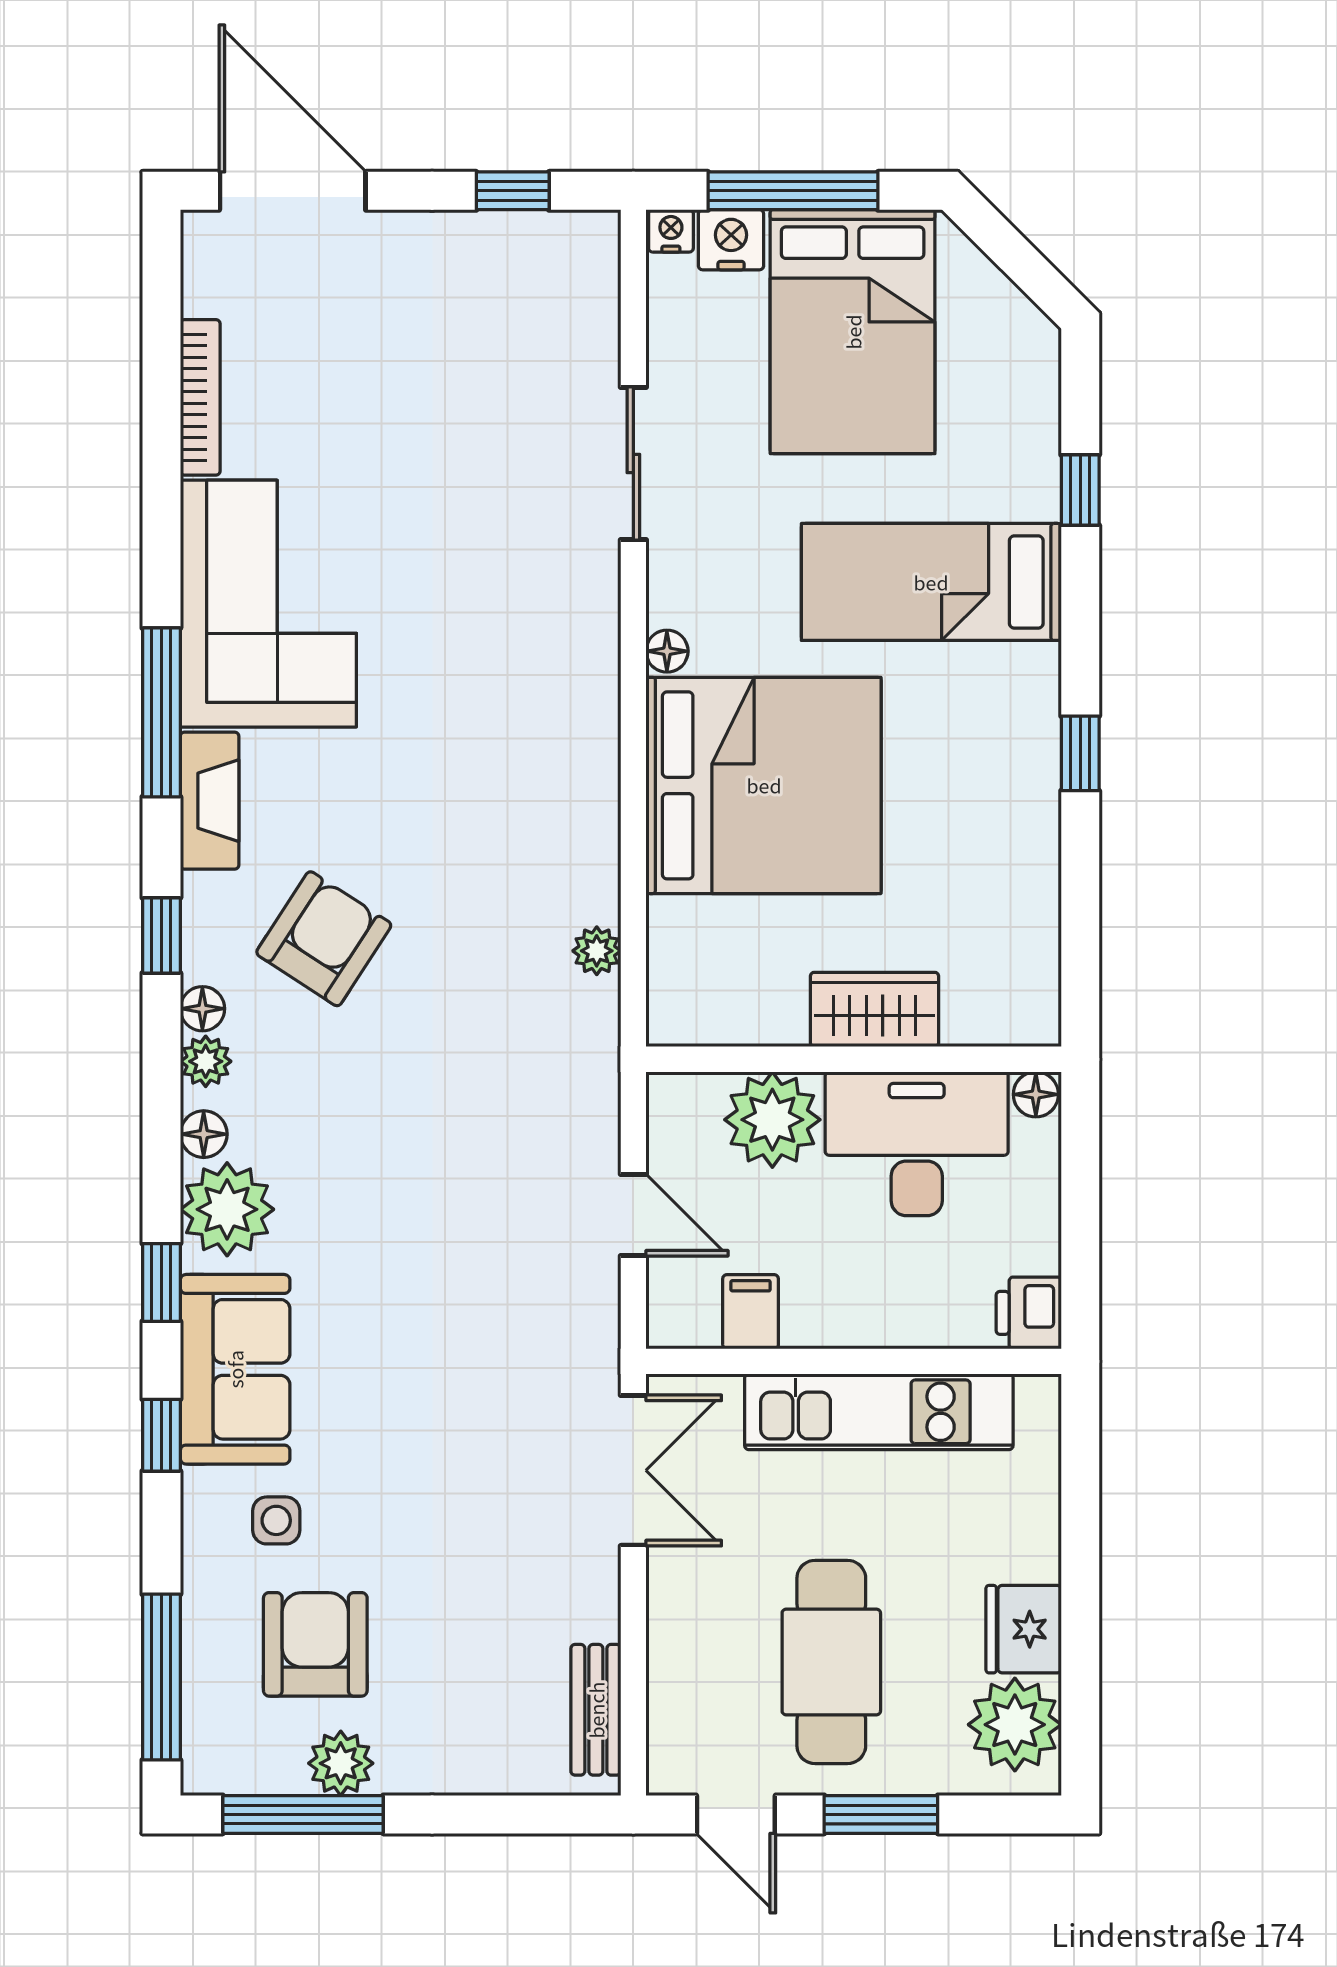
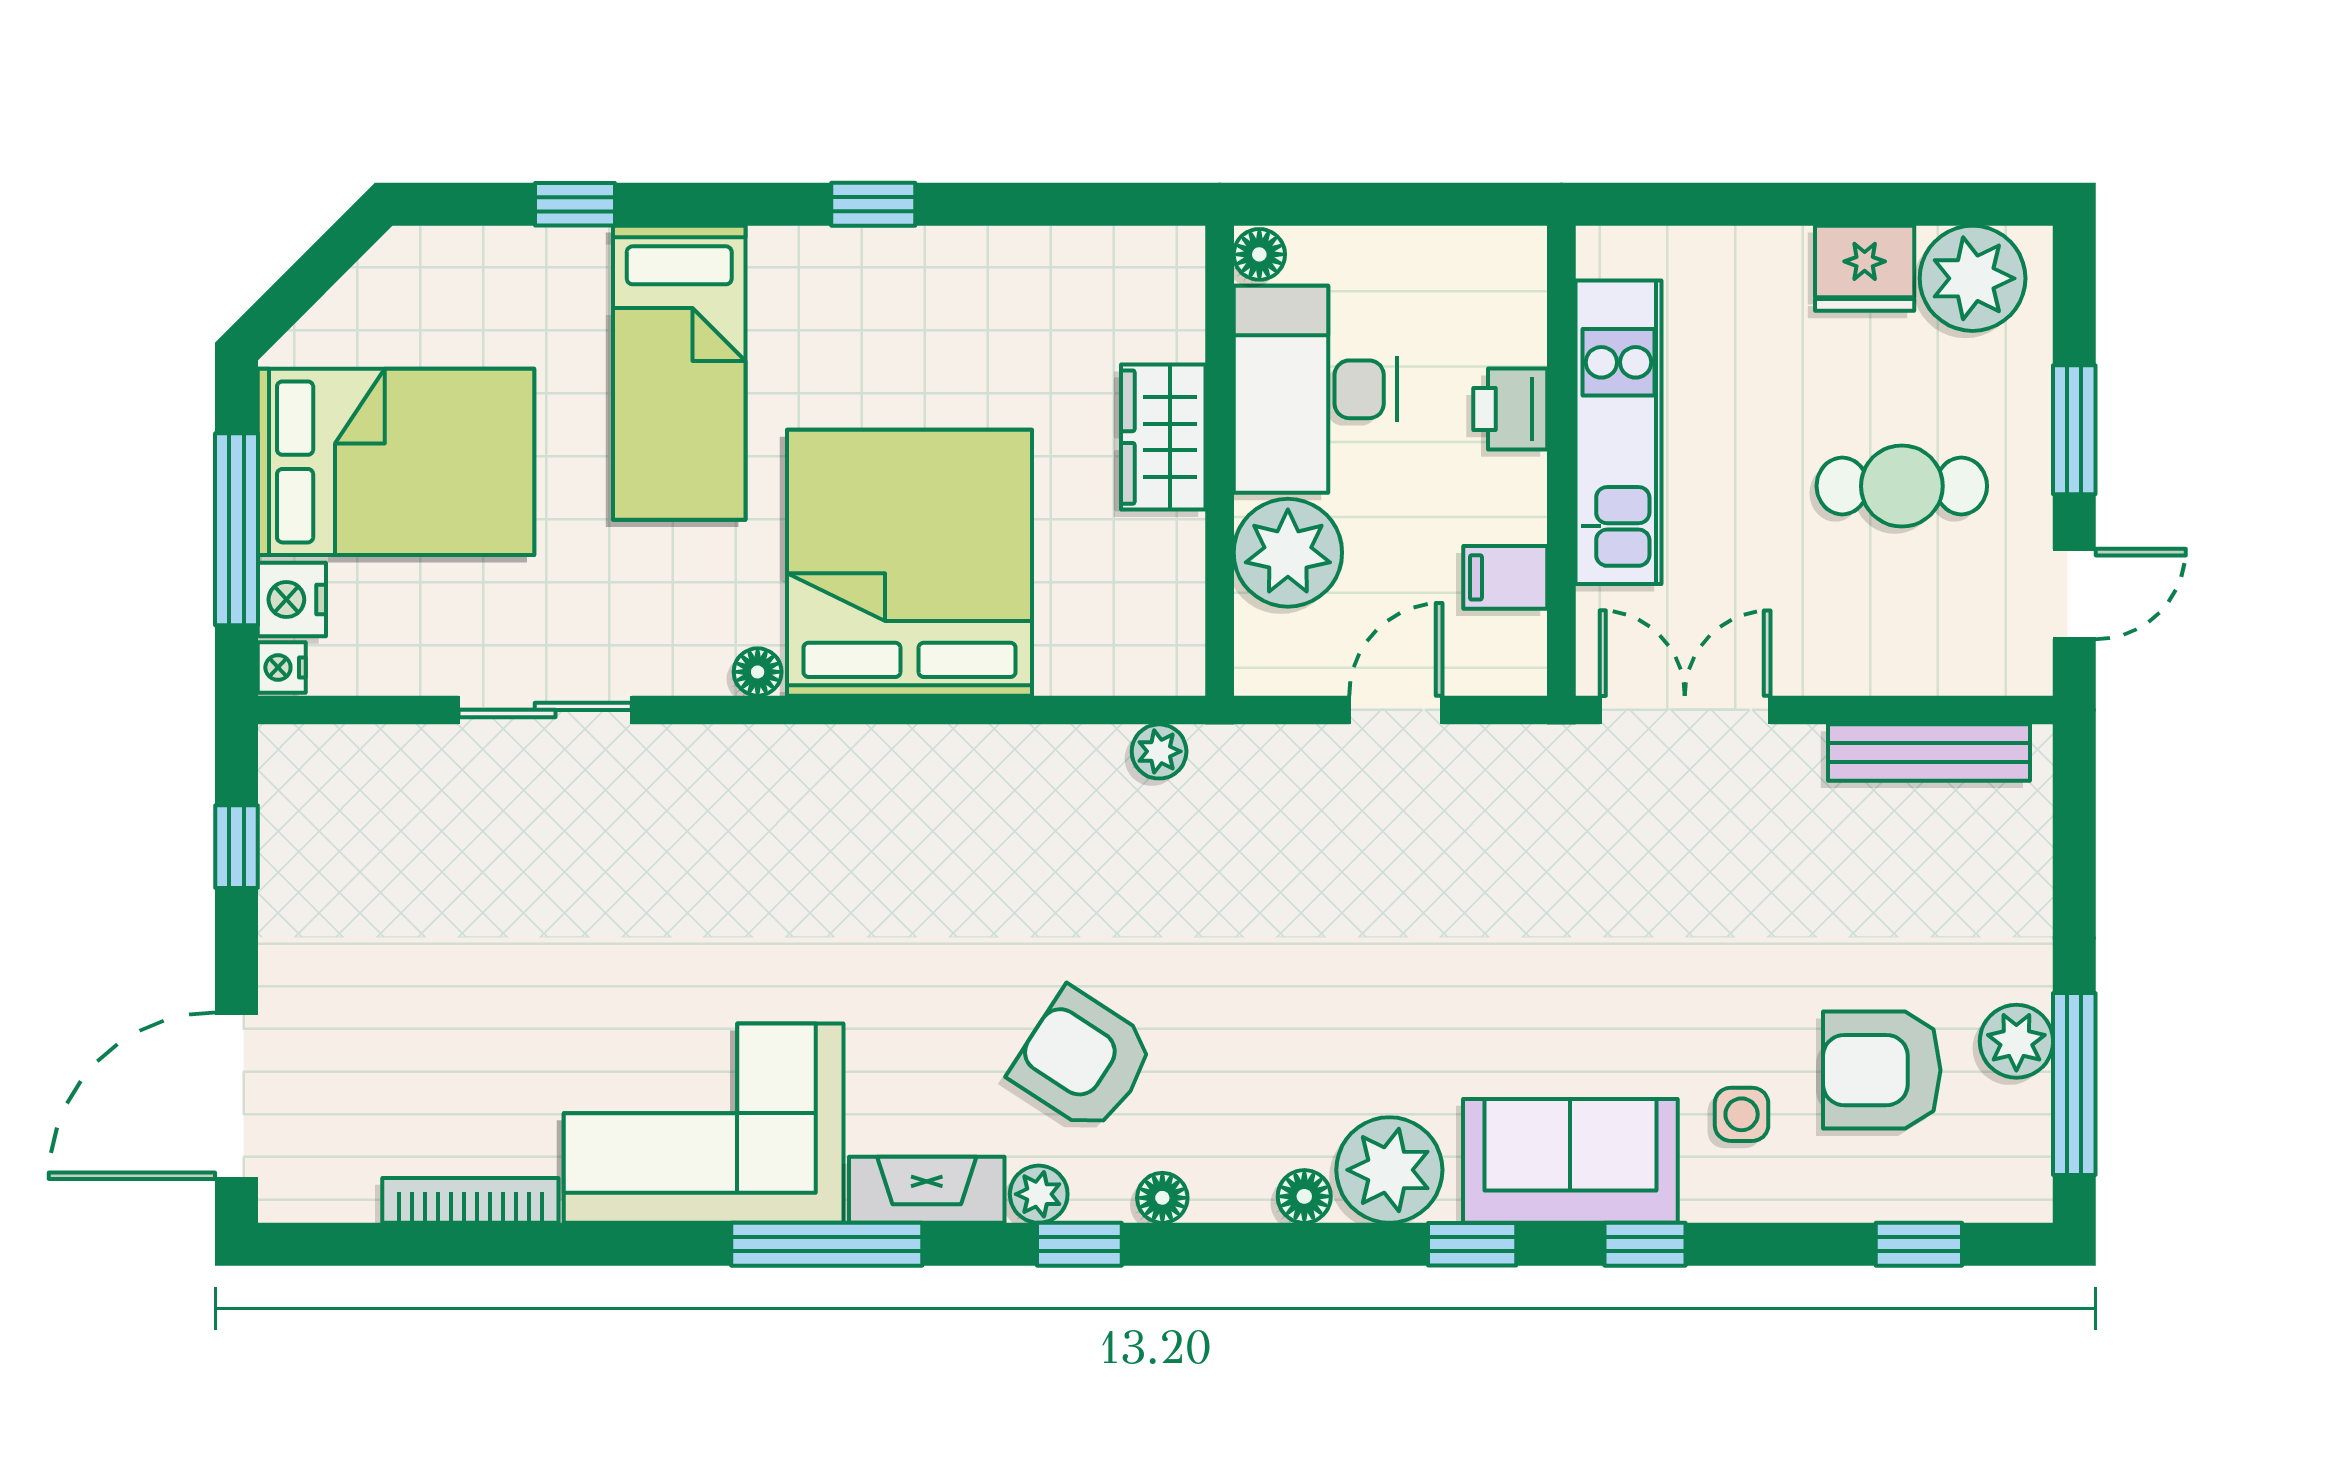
plant: (597, 951) -> (1159, 751), moved
plant: (206, 1061) -> (1039, 1194), moved
printer: (1029, 1313) -> (1510, 409), moved, turned 90
cafe table: (831, 1662) -> (1902, 486), width x0.73, depth x0.74
window: (161, 1677) -> (1919, 1244), width x0.46
bench: (596, 1710) -> (1929, 753), width x1.36

